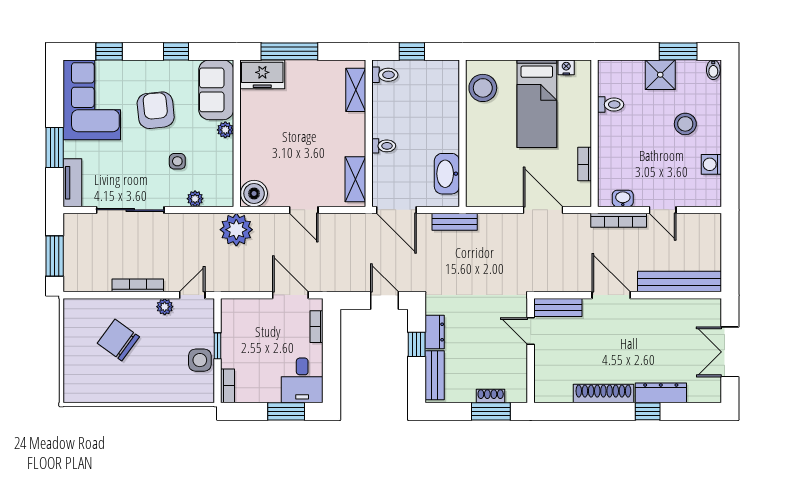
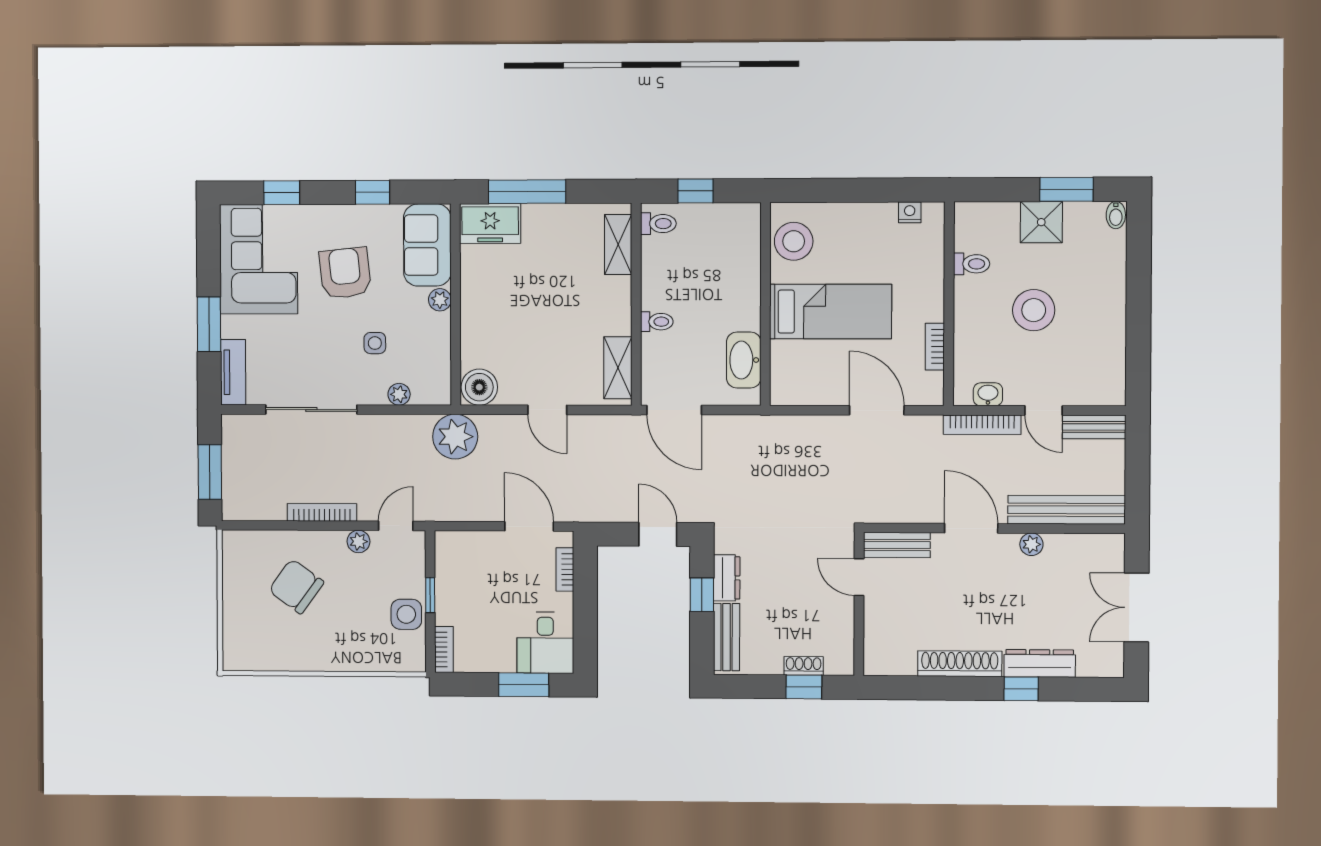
bed: (537, 104) -> (831, 311), moved, turned -90
stool: (685, 124) -> (1034, 310), moved, width x1.38, depth x1.38
washing machine: (711, 164) -> (1112, 347), removed
bench: (455, 222) -> (1094, 427), moved
plant: (654, 307) -> (1031, 544), added
window: (491, 411) -> (804, 687), width x0.67

